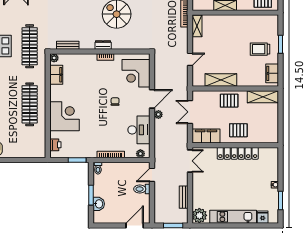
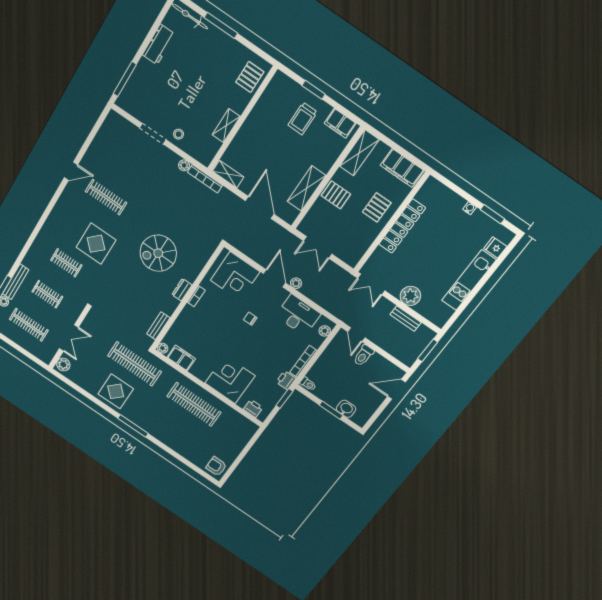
door: (190, 59) -> (260, 207), width x1.88
pallet: (229, 101) -> (336, 195), turned 90
filing cabinet: (206, 136) -> (402, 168), moved, turned -90
printer: (90, 152) -> (286, 380), added
double door: (190, 161) -> (371, 284), swing flipped
plant: (199, 215) -> (410, 296), moved
door: (135, 225) -> (397, 389), hinge flipped

